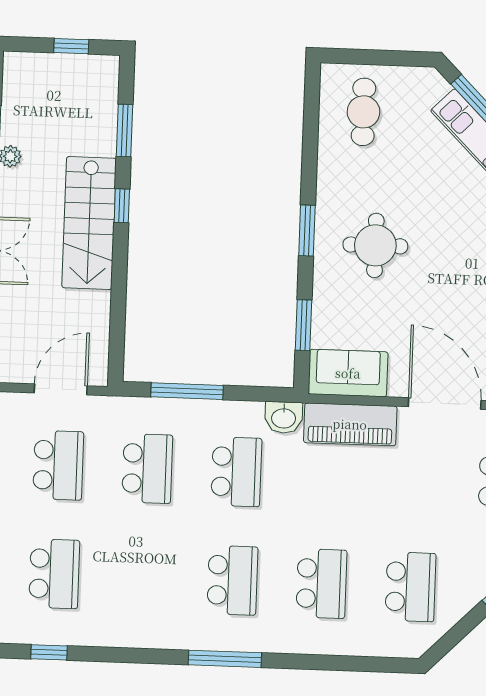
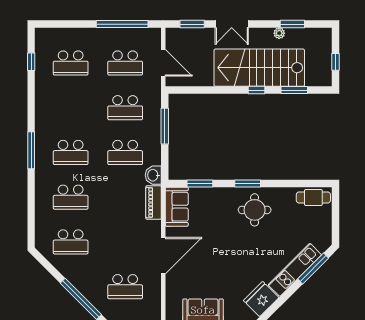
cafe table: (363, 112) -> (313, 197), moved
stairs: (89, 223) -> (259, 68), width x1.36, depth x1.51
round table: (375, 245) -> (255, 210), moved
piano: (350, 424) -> (154, 203), width x0.73, depth x0.75

